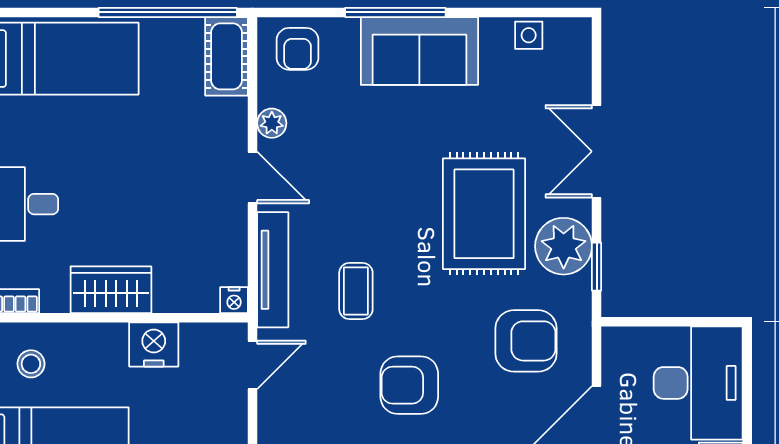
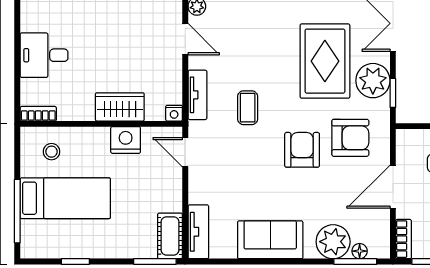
tv unit: (273, 270) -> (197, 95), width x0.71
wardrobe: (111, 290) -> (120, 107), moved
door: (252, 365) -> (185, 152), swing flipped
armchair: (409, 385) -> (302, 150), moved, turned 90

